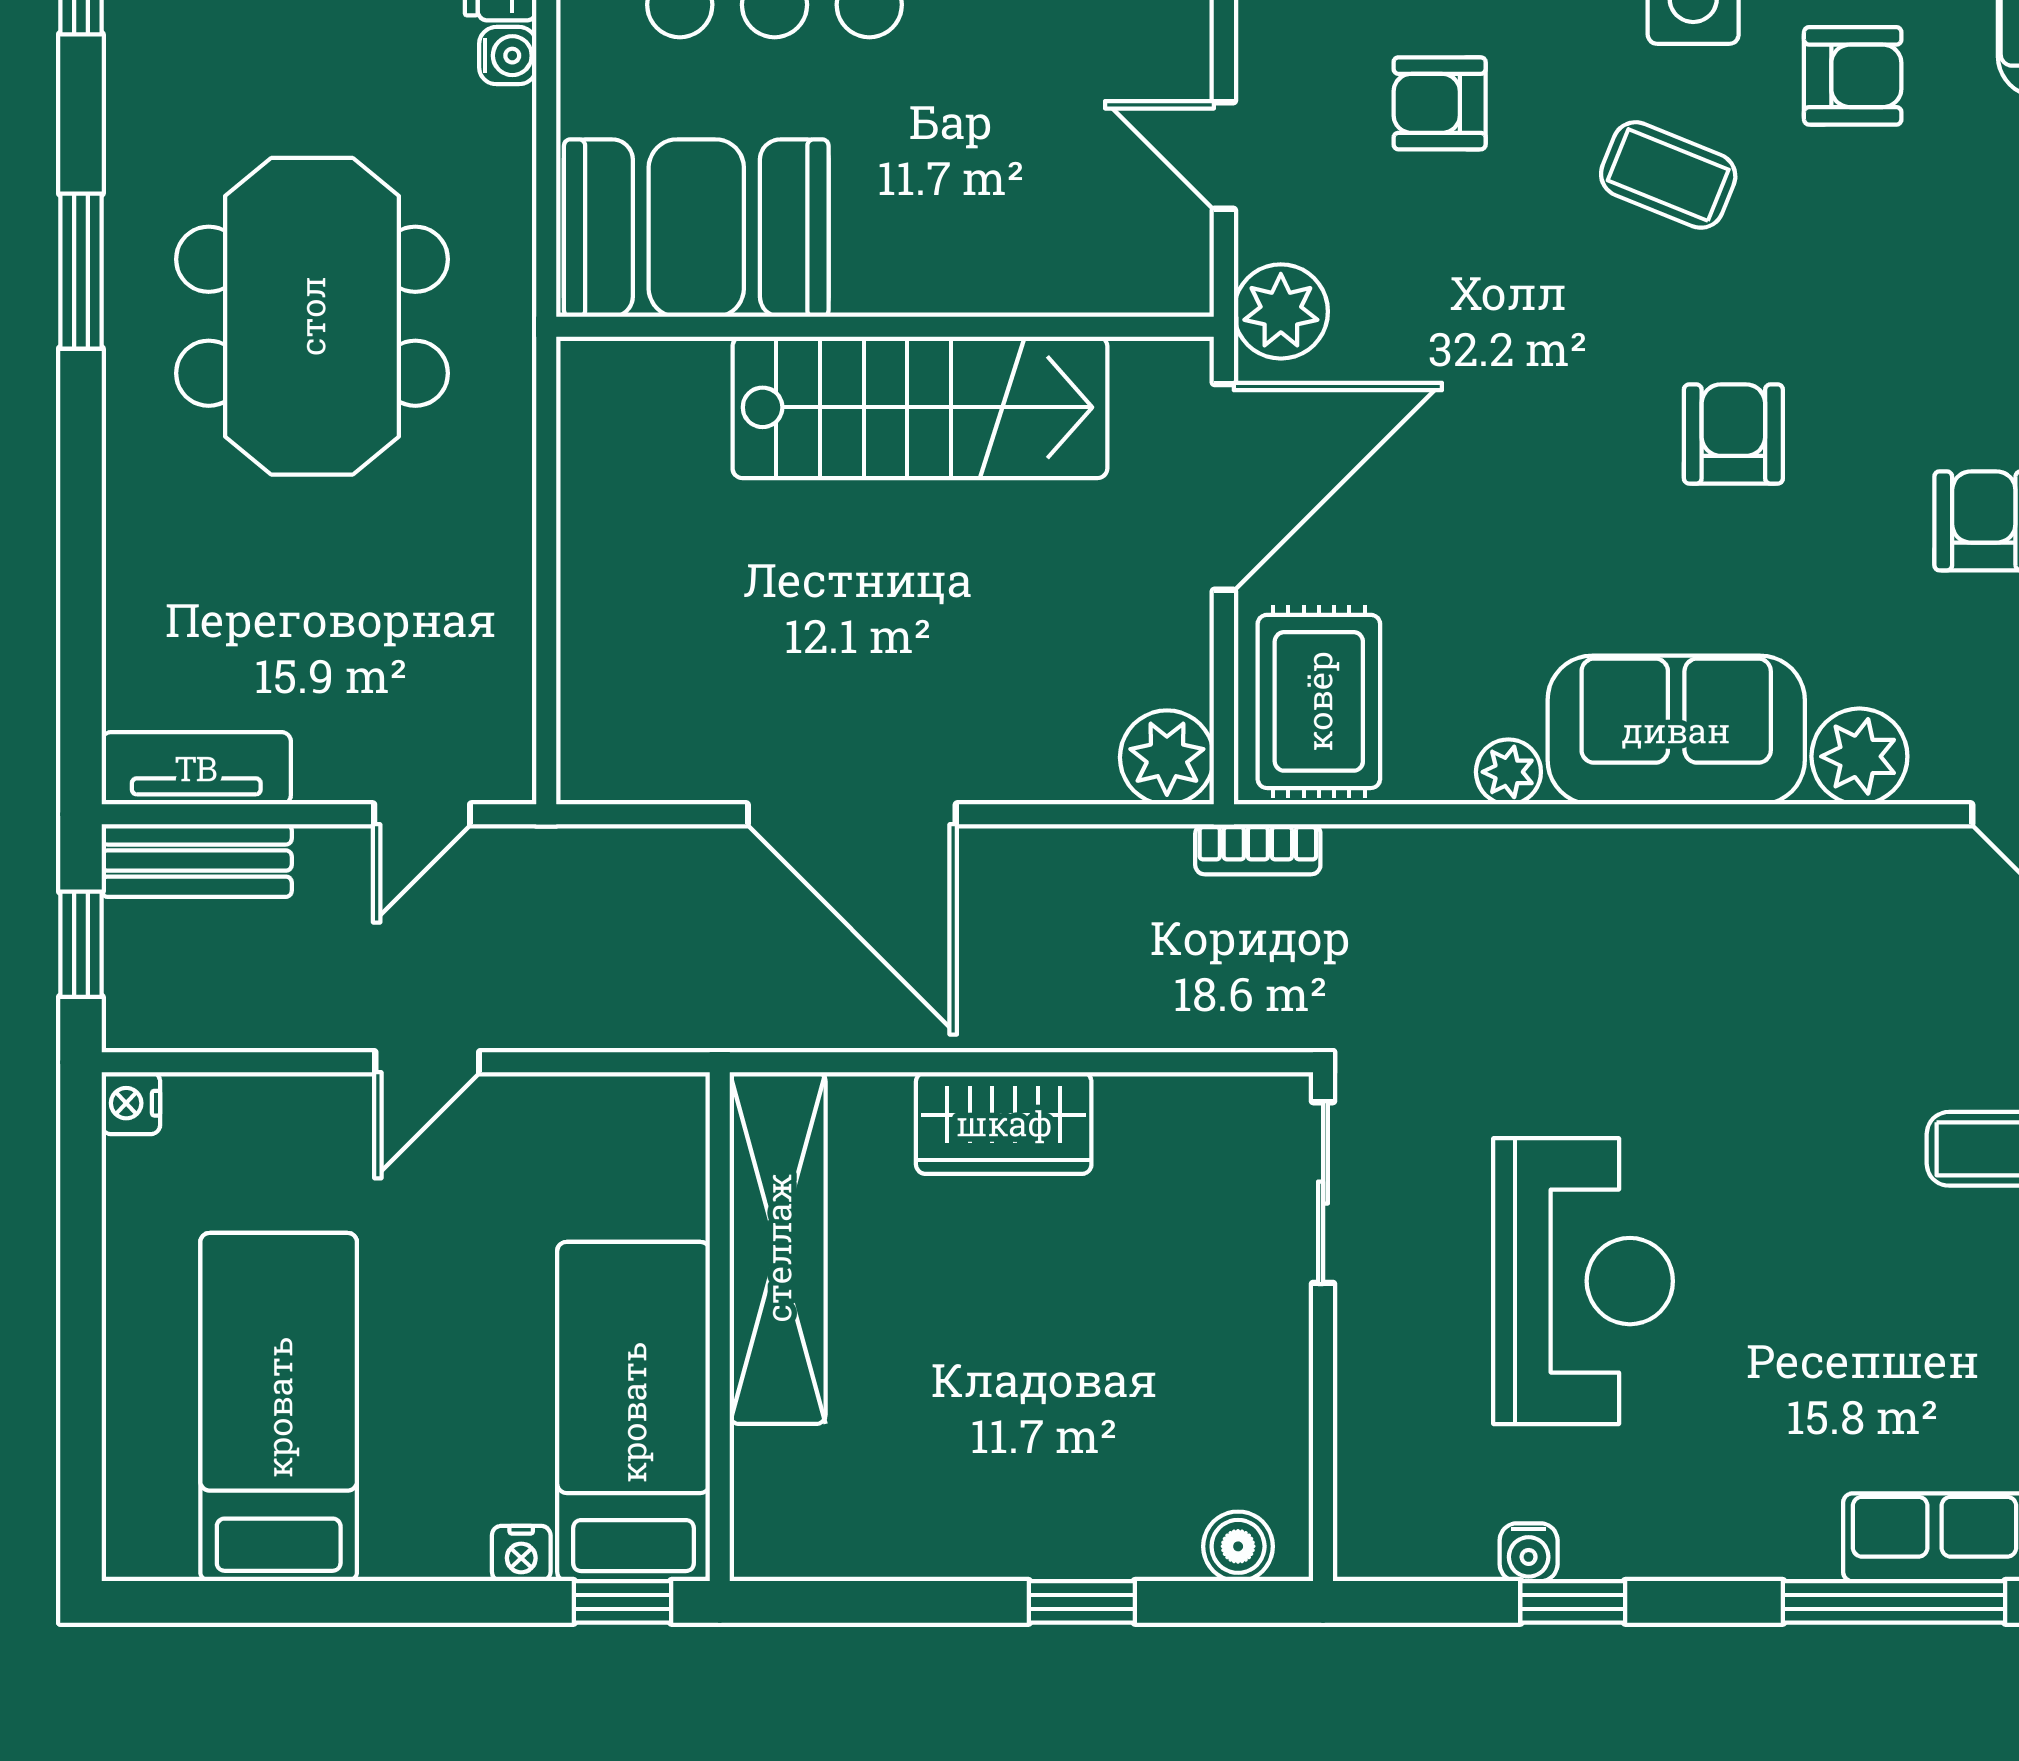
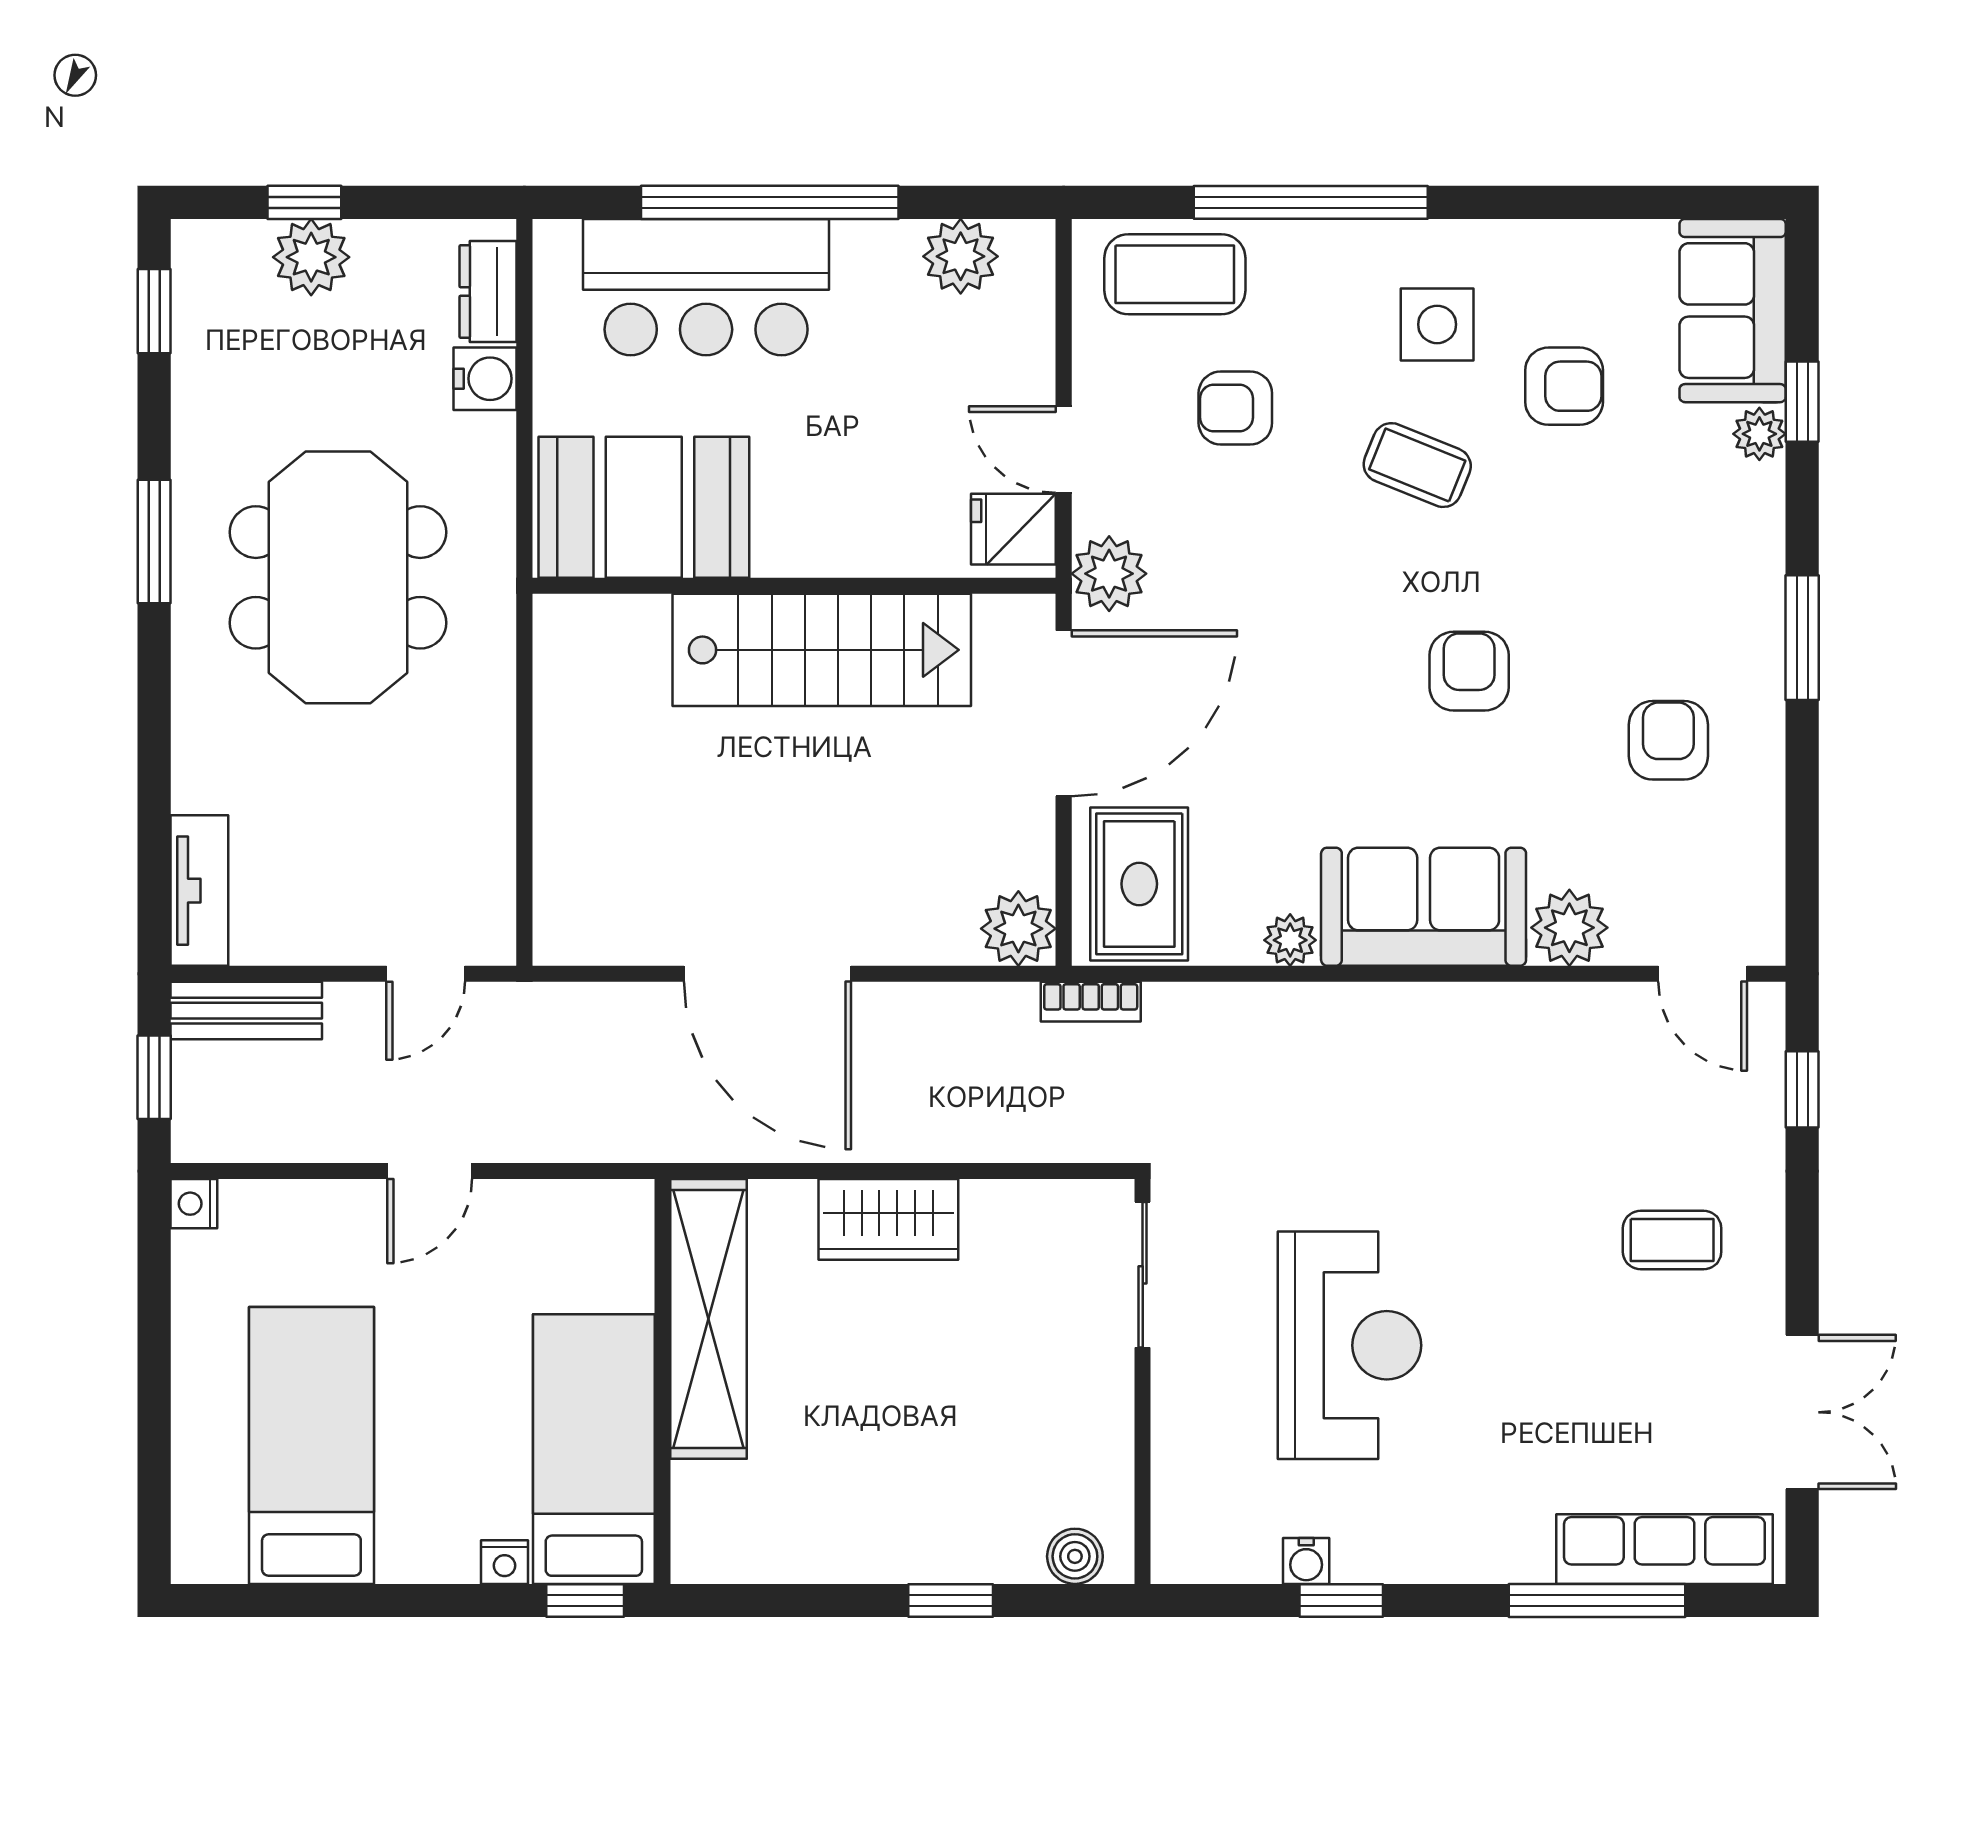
water cooler: (508, 56) -> (485, 379), width x1.38, depth x1.38
fridge: (1161, 256) -> (1013, 529), added
tv unit: (196, 768) -> (199, 891), moved, turned 90

